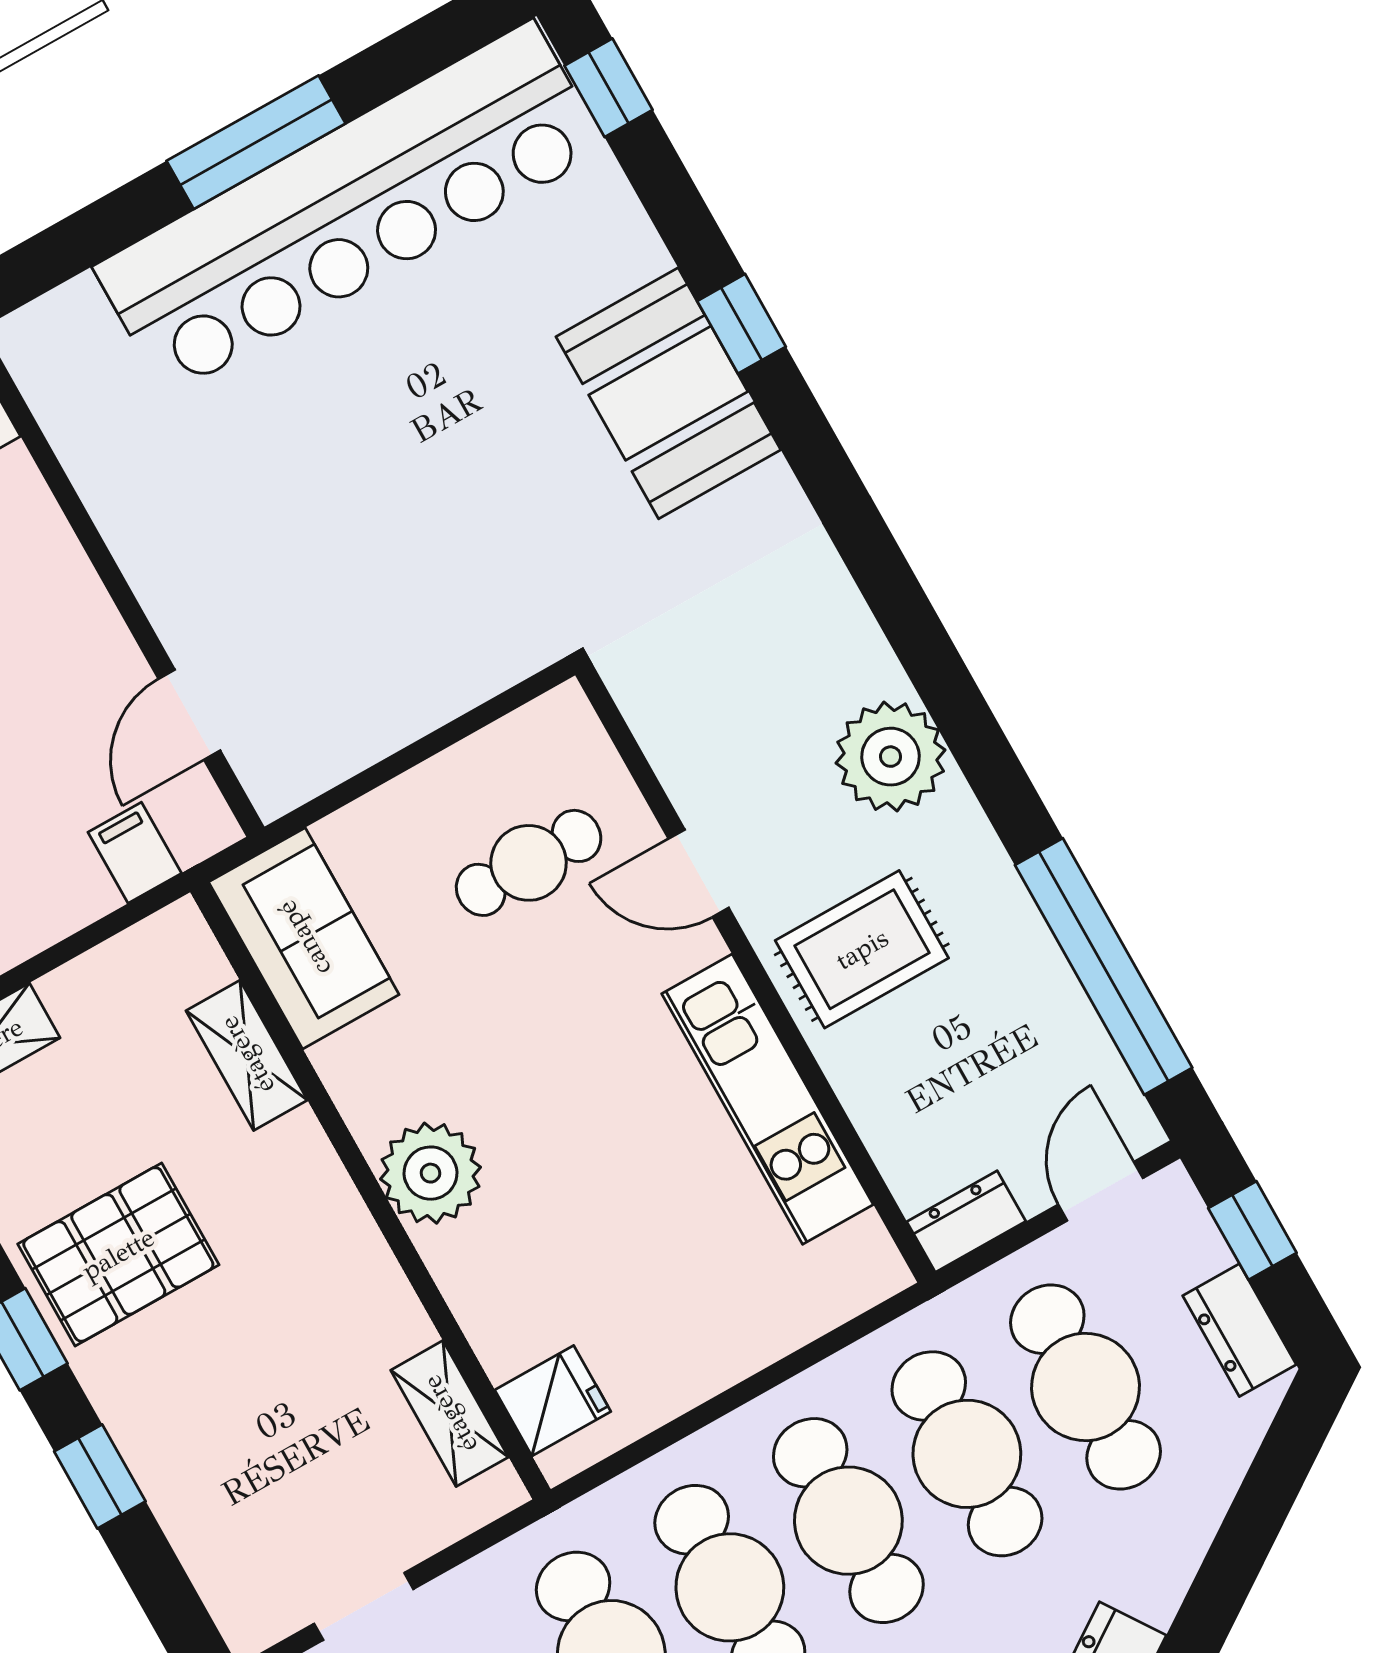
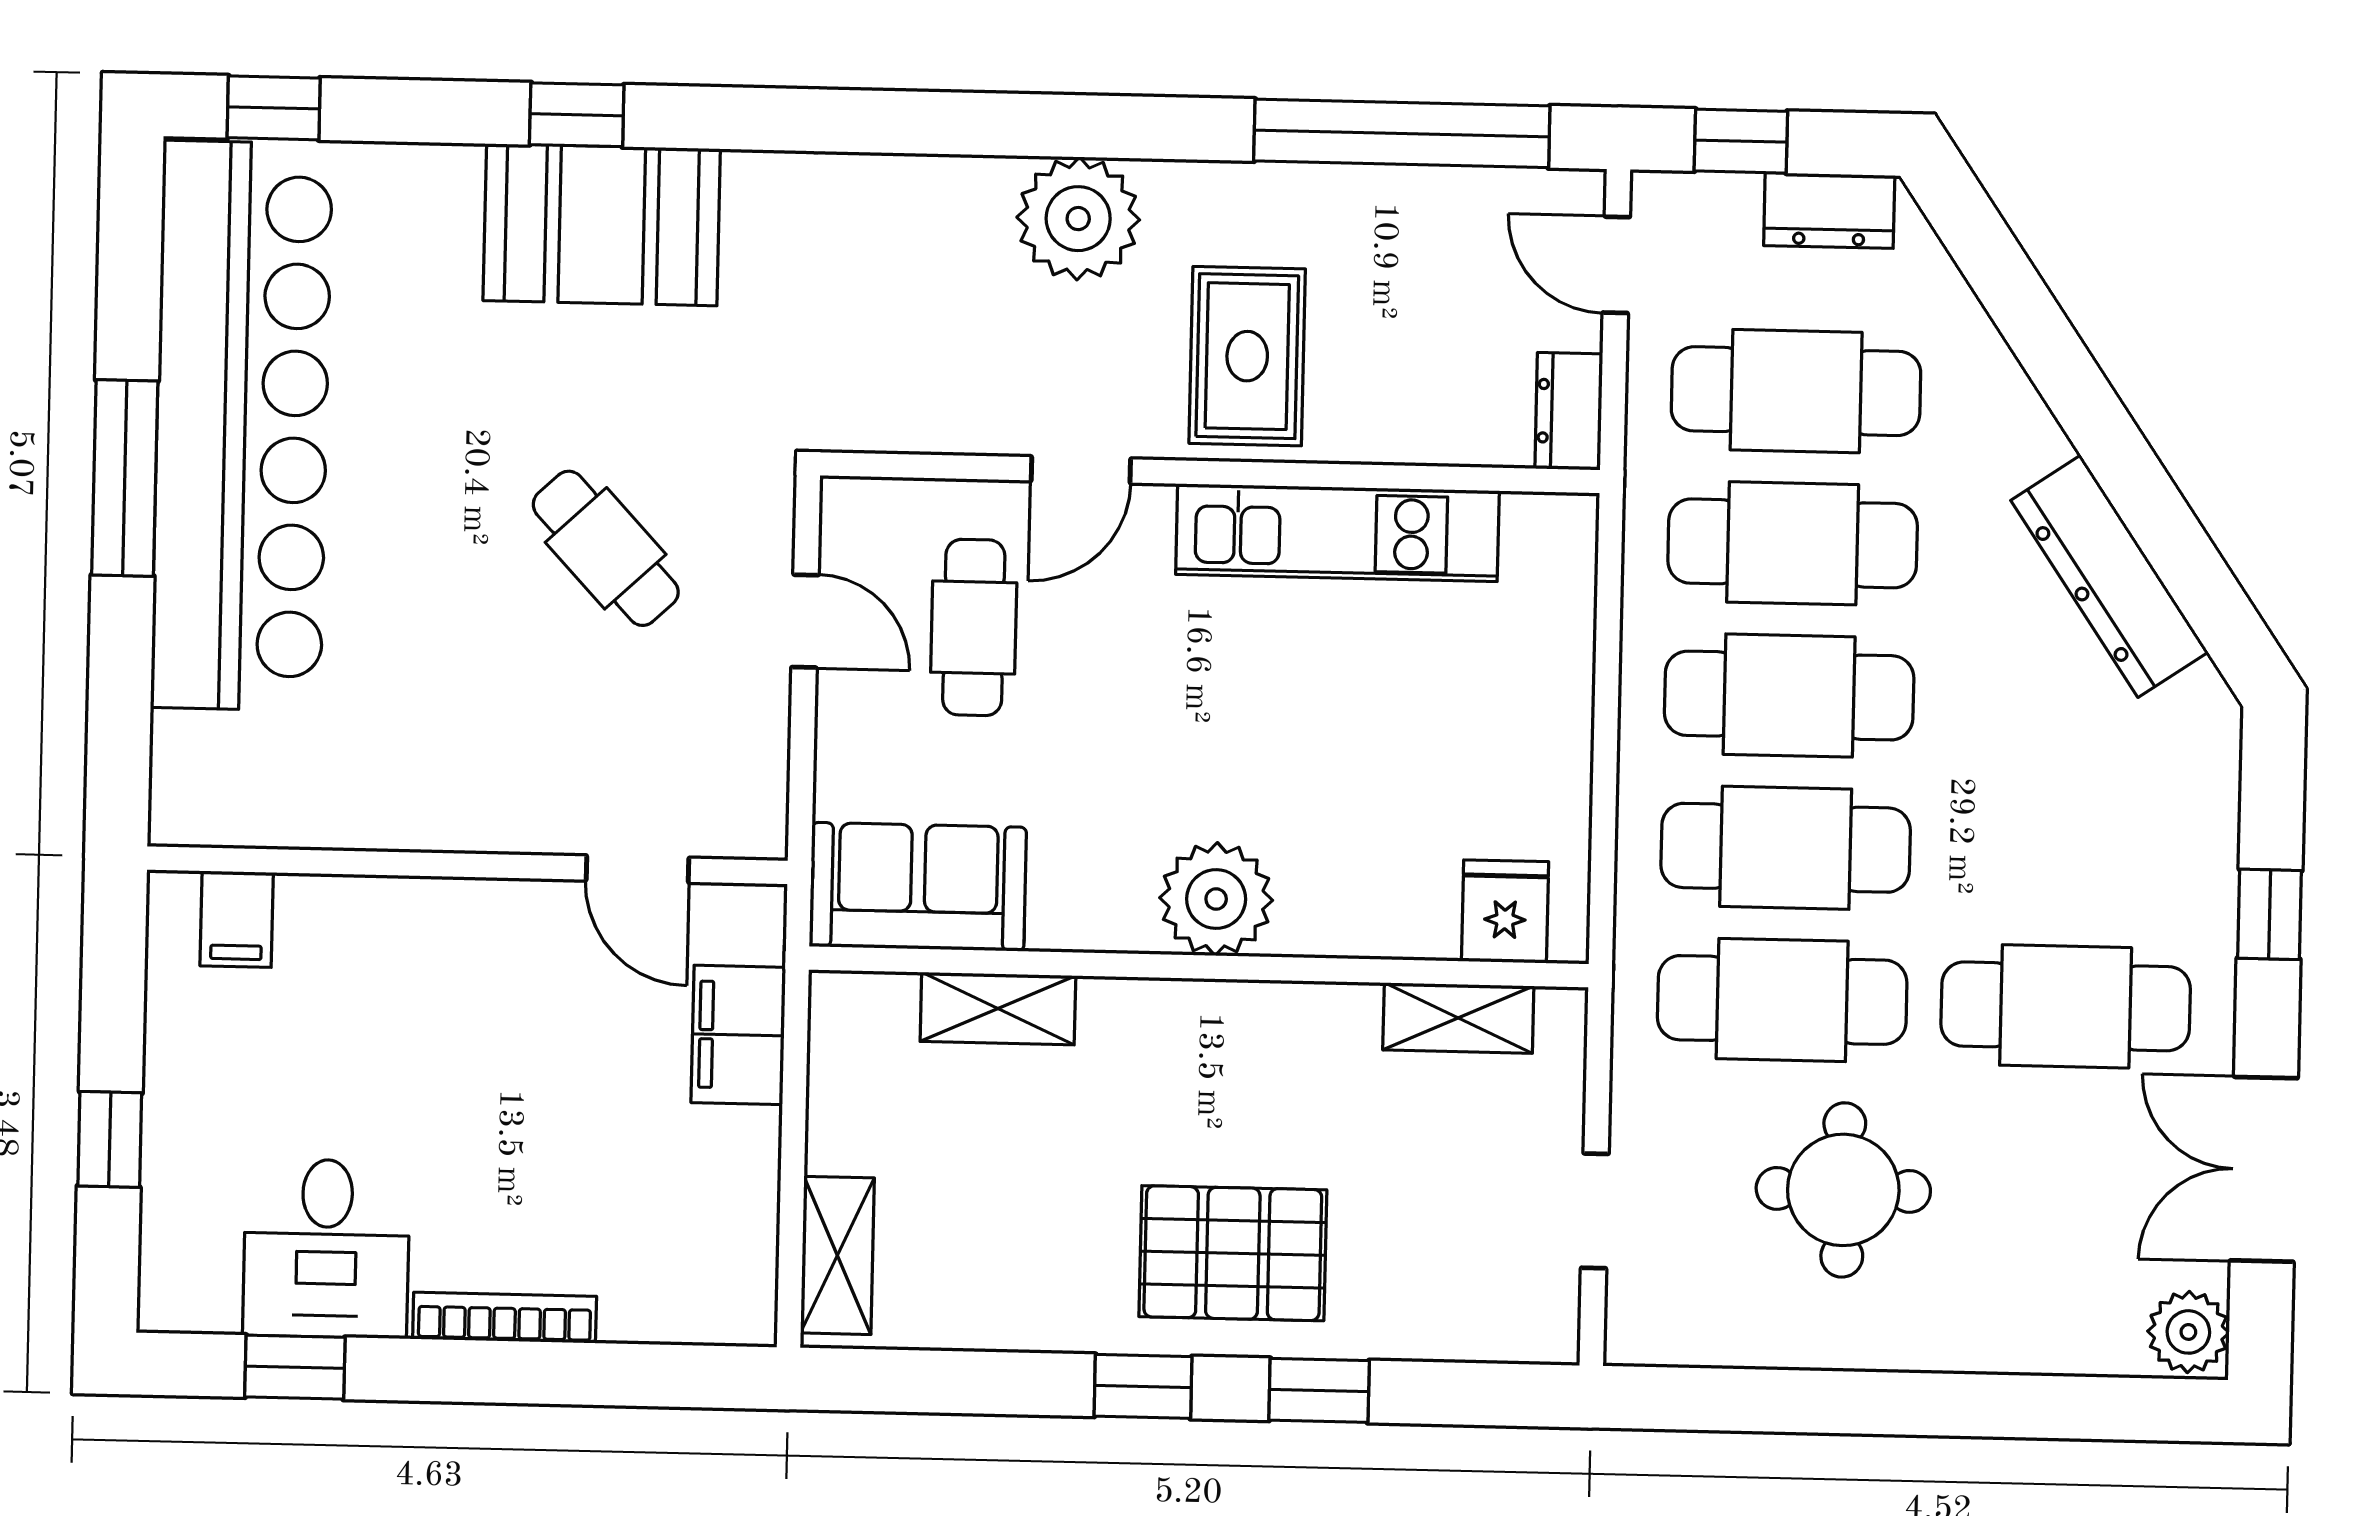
cafe table: (421, 544) -> (606, 548), added
door: (456, 730) -> (805, 621), added
filing cabinet: (135, 853) -> (738, 1035), width x2.00
pallet: (118, 1254) -> (1233, 1253), moved, turned 90

